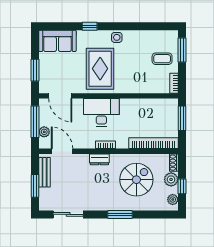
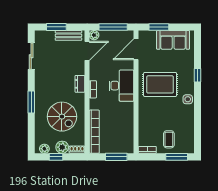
sofa: (57, 41) -> (173, 40), moved, turned -90
plant: (44, 132) -> (94, 35), moved

